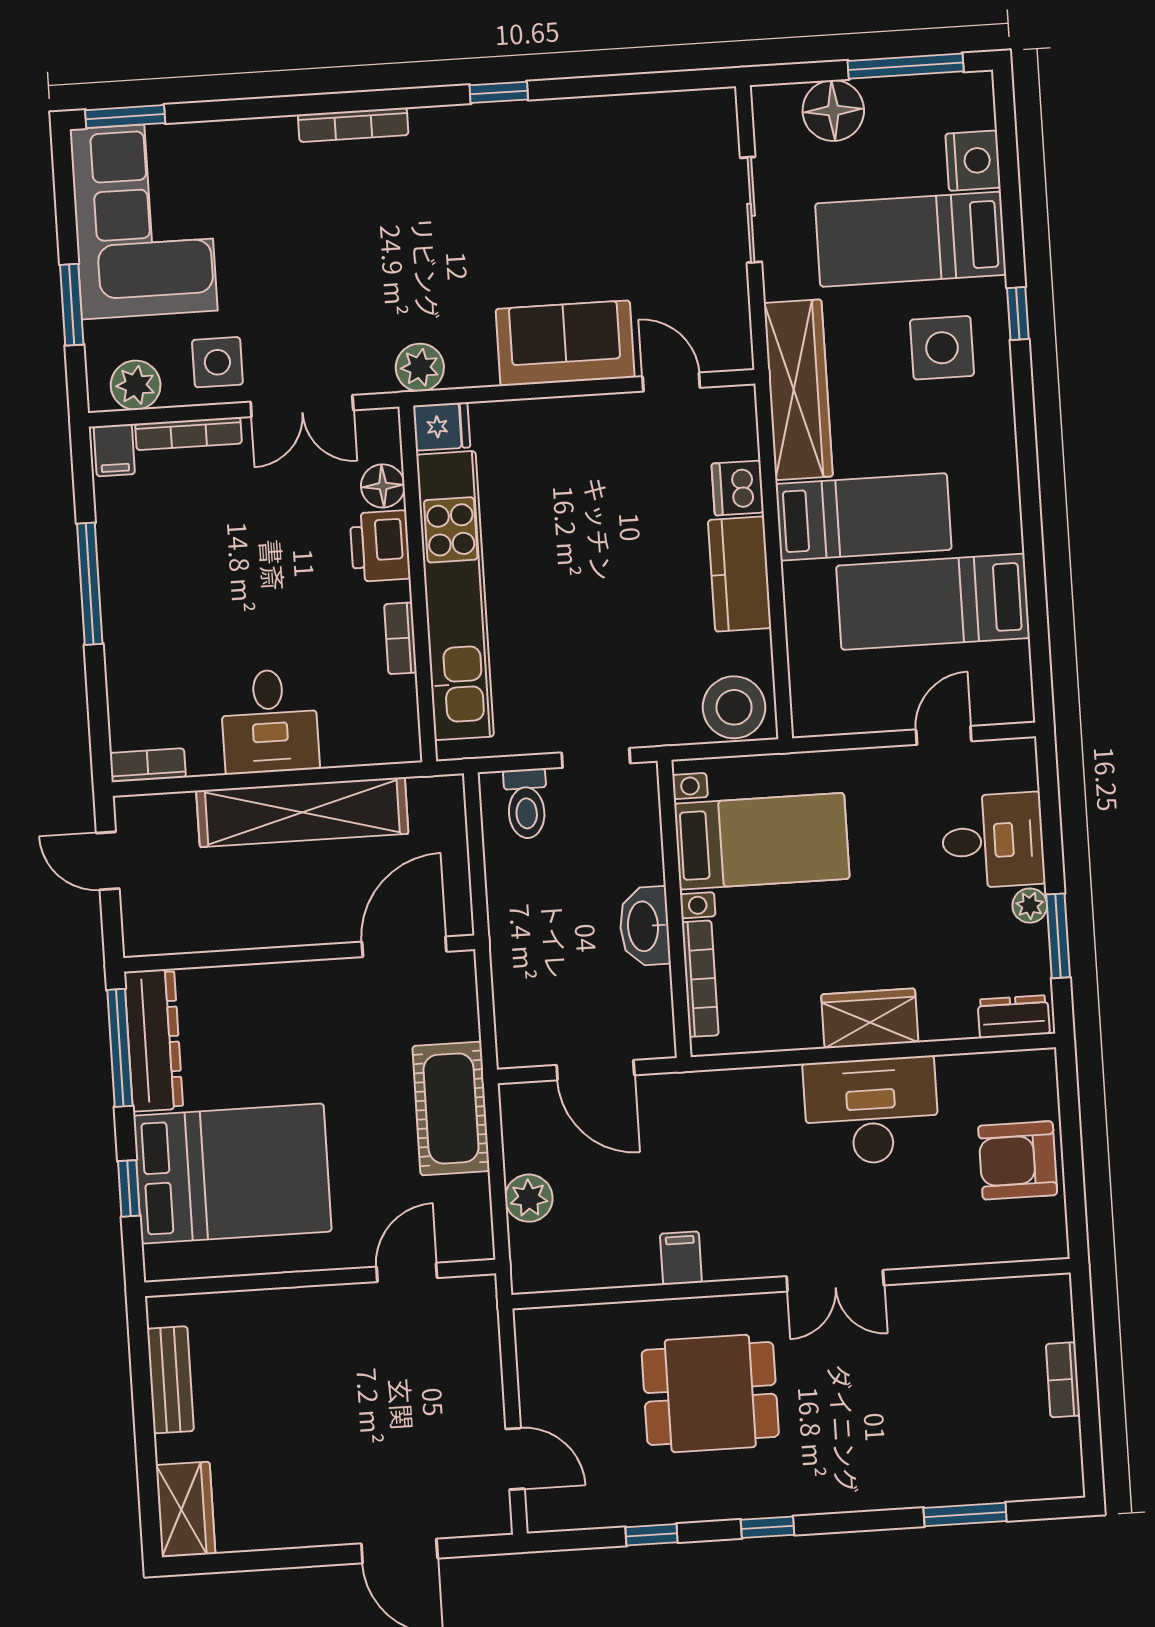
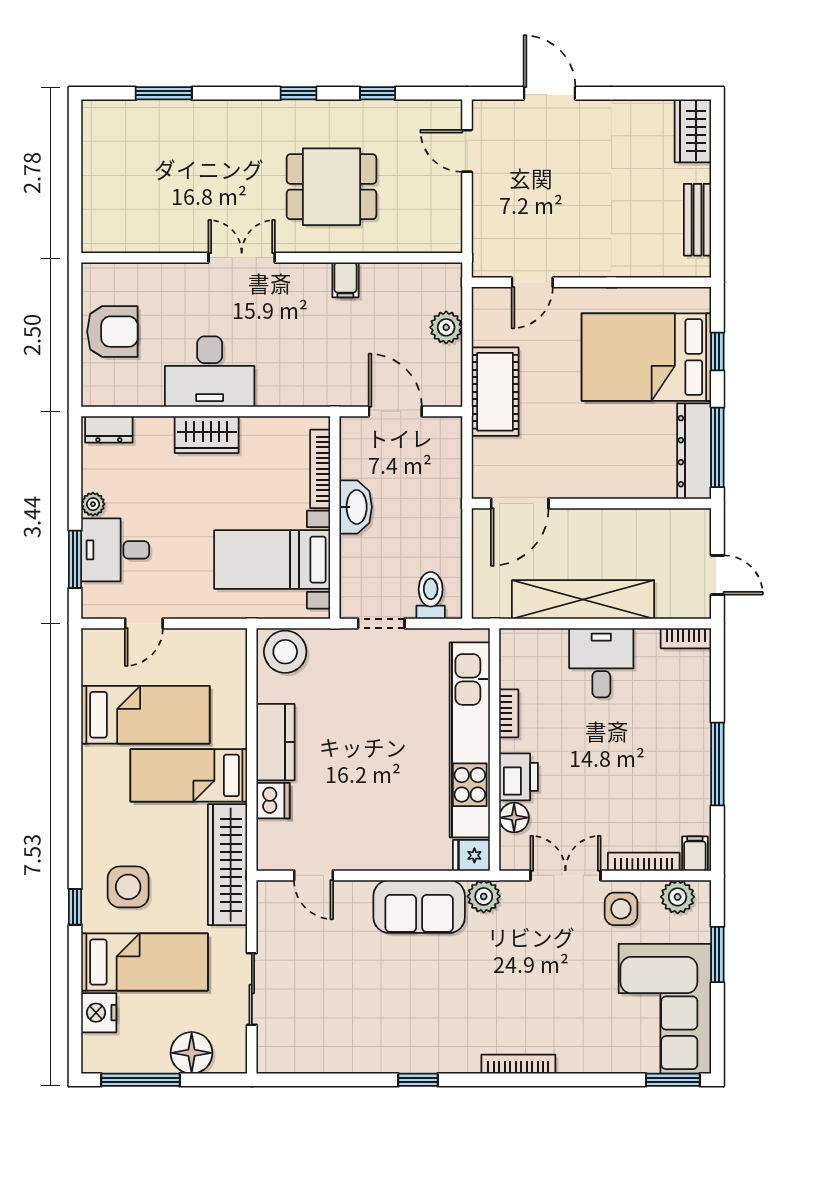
sofa: (565, 343) -> (419, 907), moved
window: (1058, 936) -> (75, 559), moved
bookcase: (1063, 1380) -> (91, 181), removed

